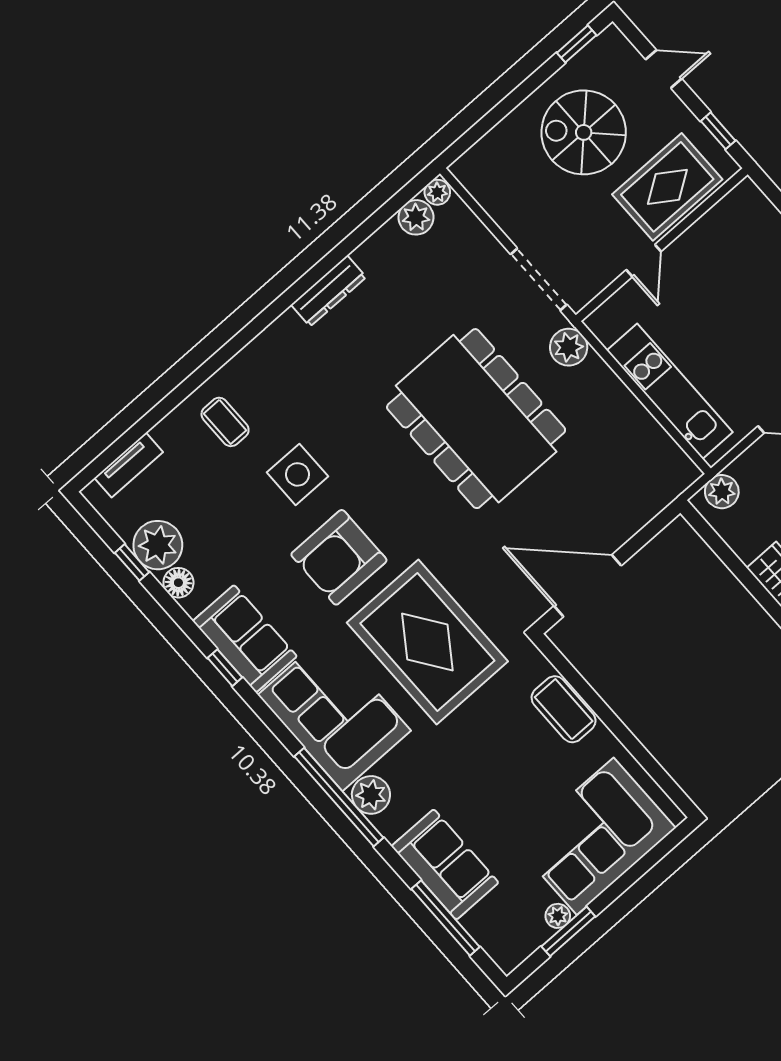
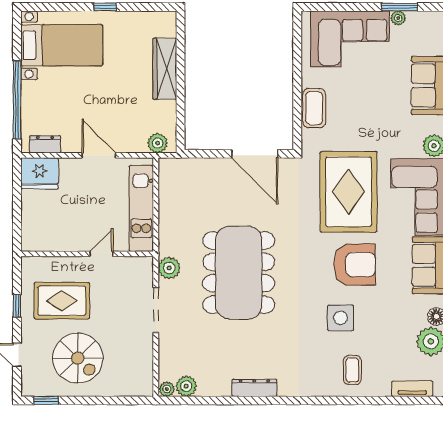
wall: (662, 245) -> (87, 254), moved
door: (644, 261) -> (102, 254), moved

